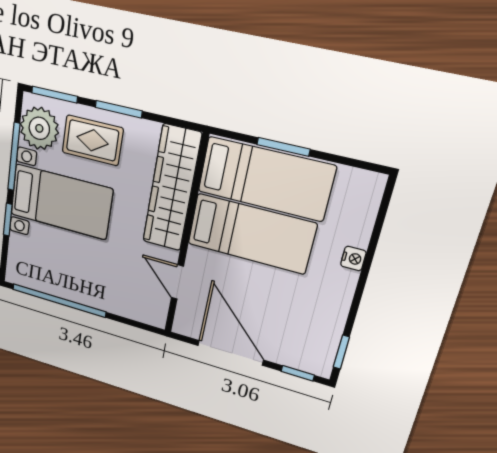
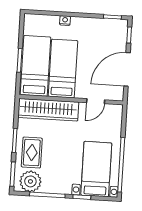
bed with nightstands: (61, 202) -> (96, 169), moved

